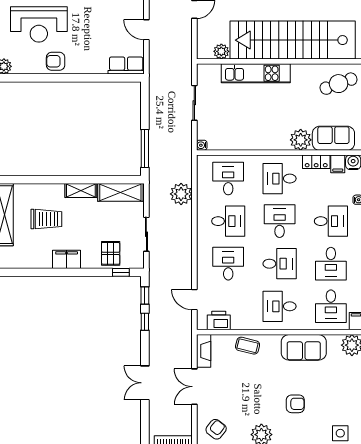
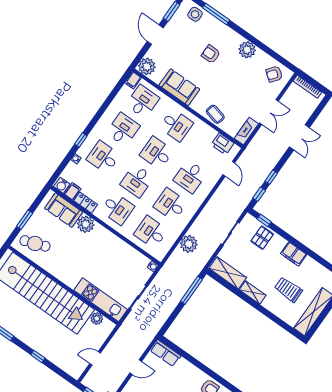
door: (146, 30) -> (136, 367), hinge flipped
kitchen unit: (256, 73) -> (101, 300), moved
desk: (228, 179) -> (151, 232), turned 90

